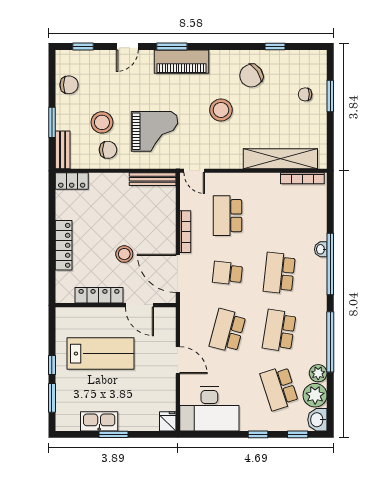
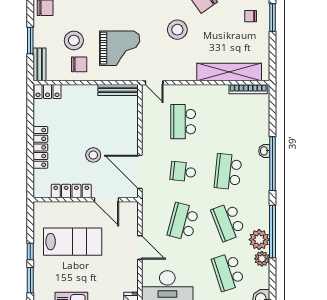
bookcase: (185, 232) -> (146, 135), removed
school desk: (279, 331) -> (228, 222), turned -30
plant: (315, 395) -> (259, 240), moved

